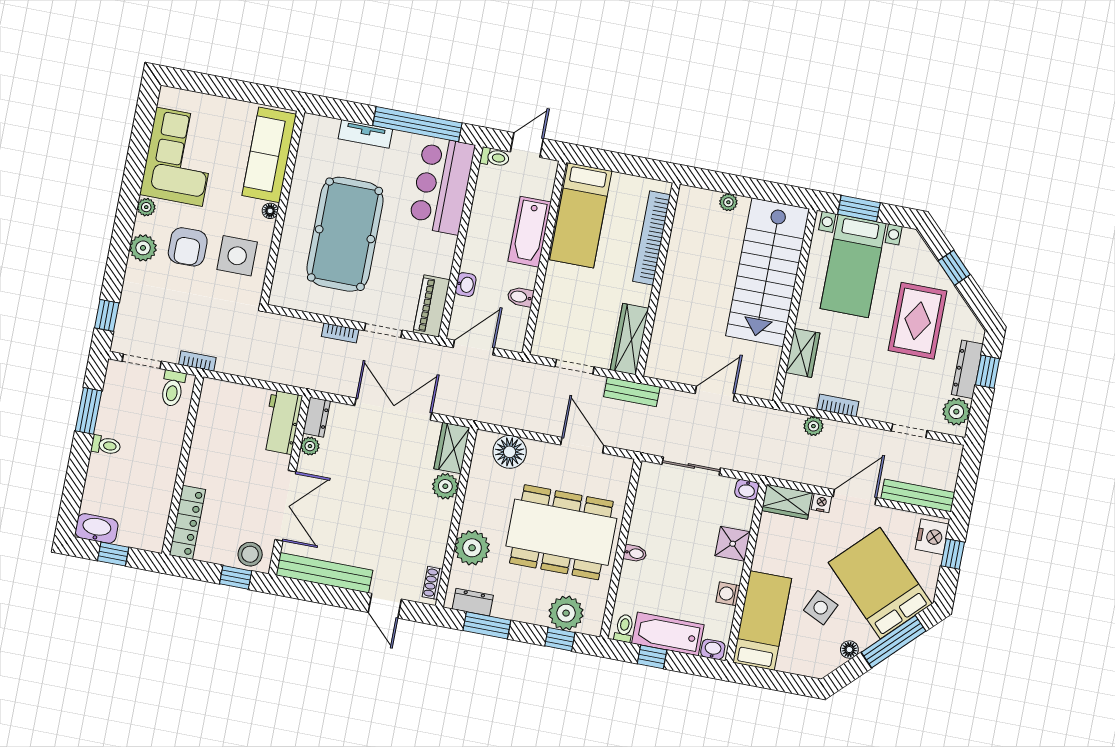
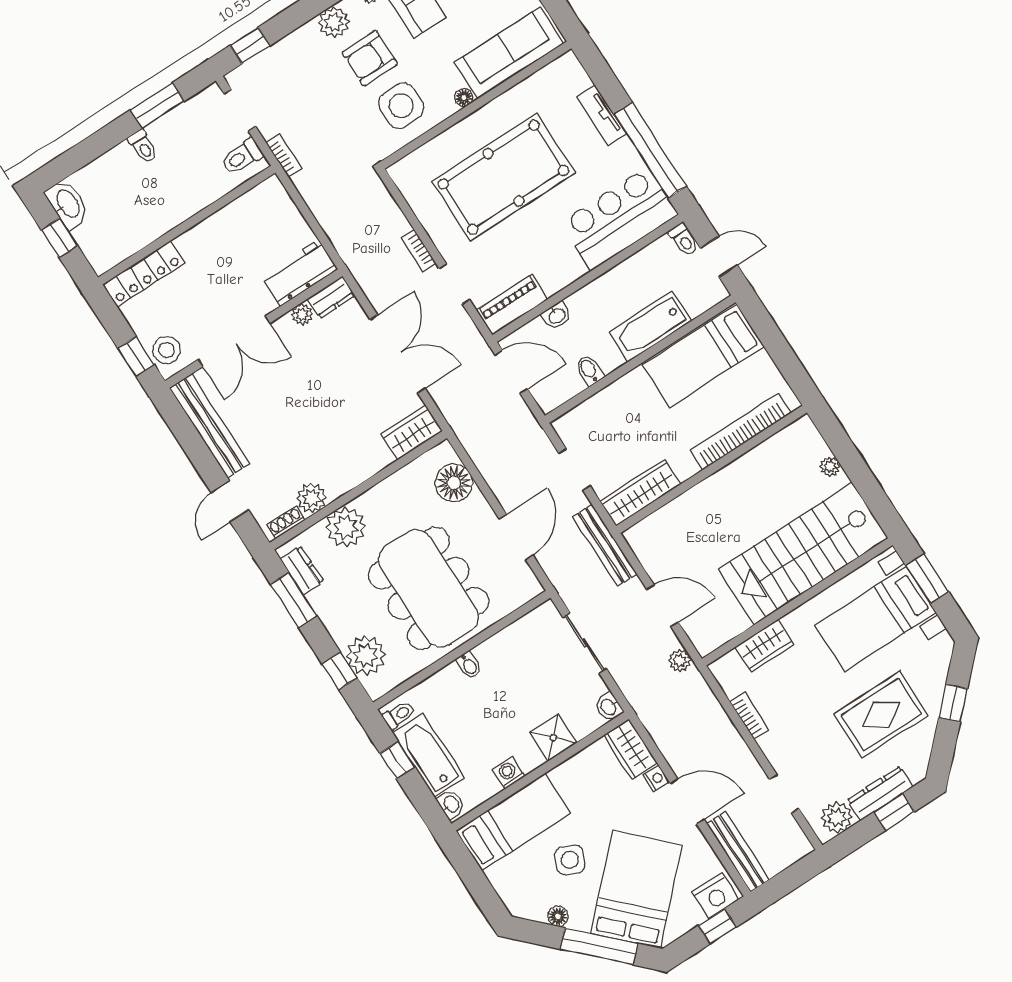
bench: (632, 392) -> (605, 545), width x1.36
plant: (813, 426) -> (680, 660), moved
plant: (445, 486) -> (312, 498), moved

